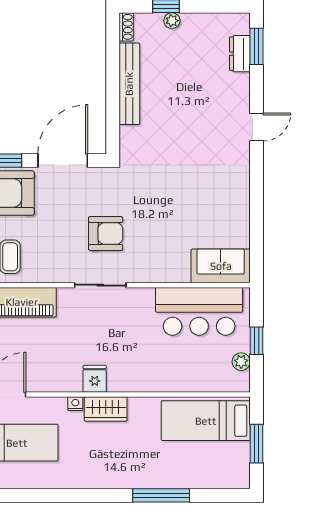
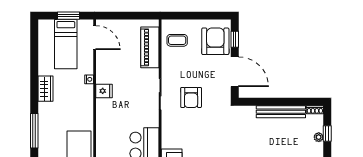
wardrobe: (106, 409) -> (45, 89), moved, turned 180

